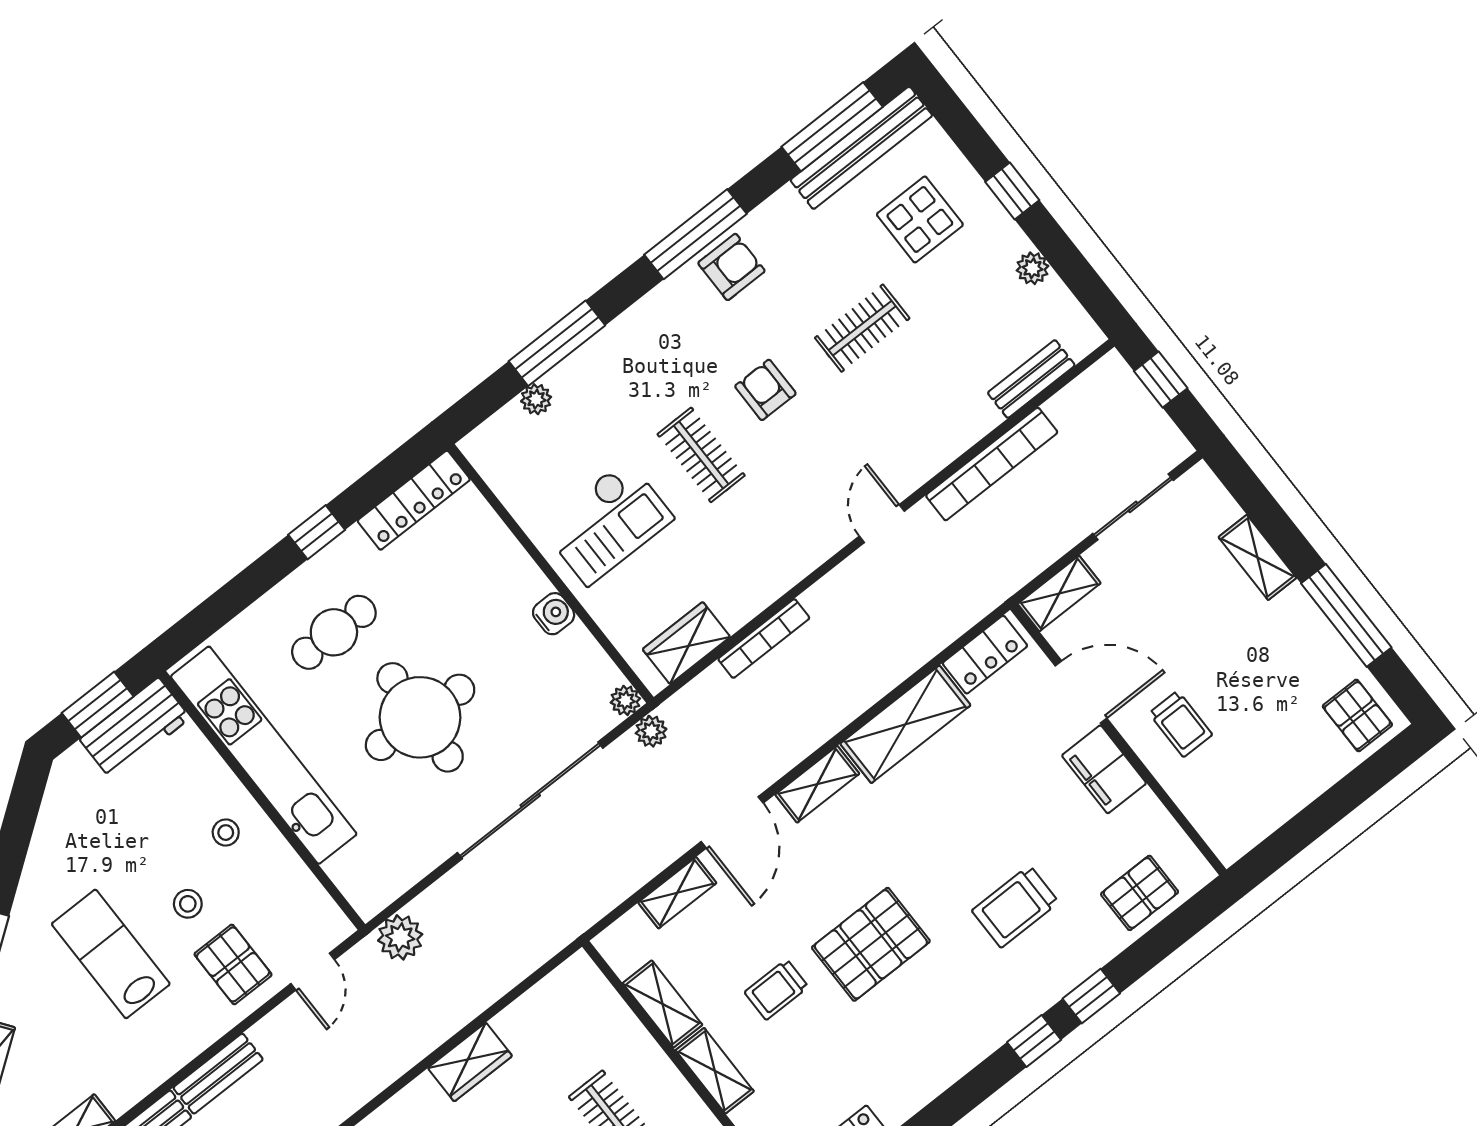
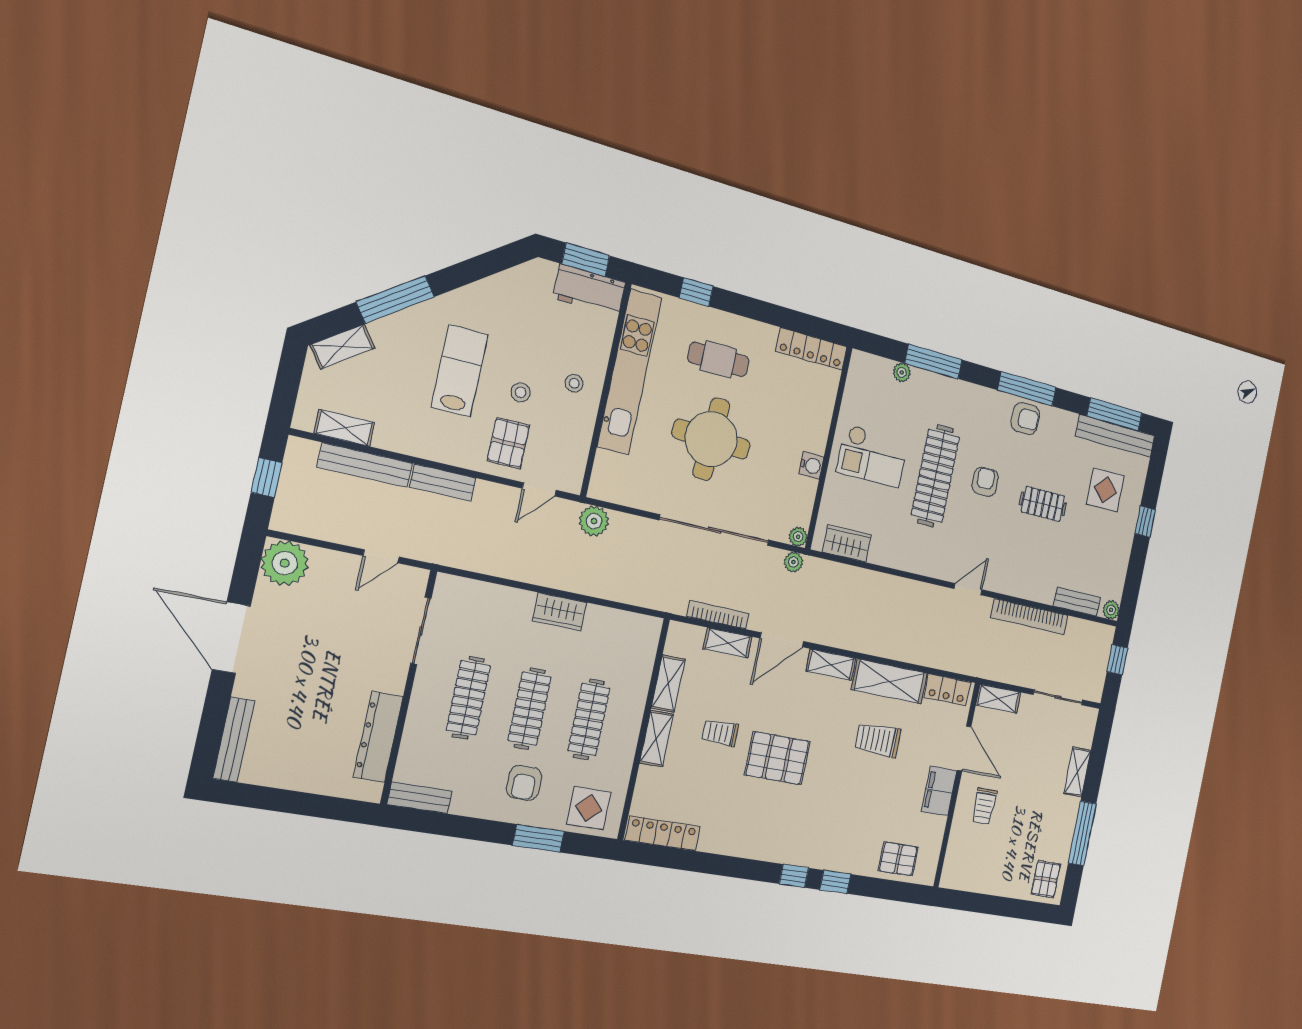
plant: (1032, 268) -> (1111, 610), moved
clothes rail: (701, 455) -> (935, 476), width x1.86, depth x1.31
window: (317, 532) -> (696, 292), moved
bookcase: (764, 639) -> (718, 615), moved, turned 180
trolley: (1015, 907) -> (878, 740), moved

